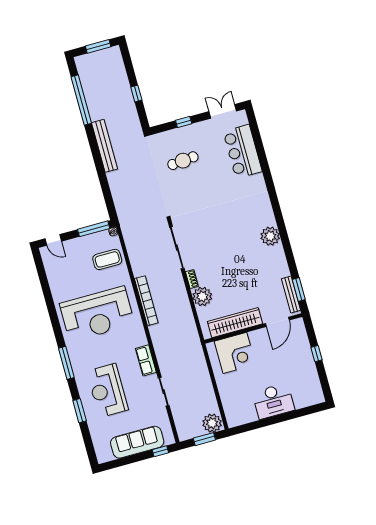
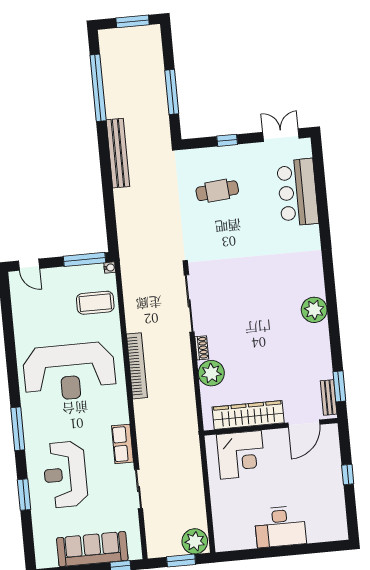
window: (136, 93) -> (172, 92), width x2.17
bench: (291, 295) -> (329, 397), width x0.73

